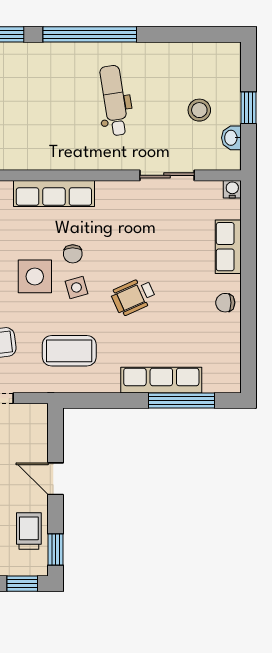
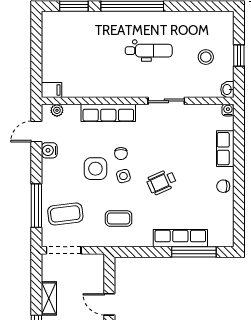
dental chair: (114, 101) -> (149, 51), turned 99
washbasin: (231, 138) -> (227, 89), moved
sliding door: (167, 175) -> (166, 101), moved
coffee table: (69, 351) -> (119, 218), width x0.73, depth x0.77

